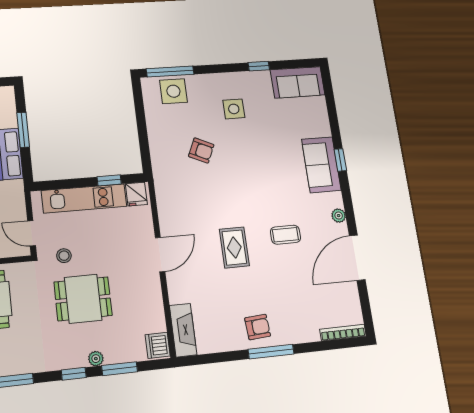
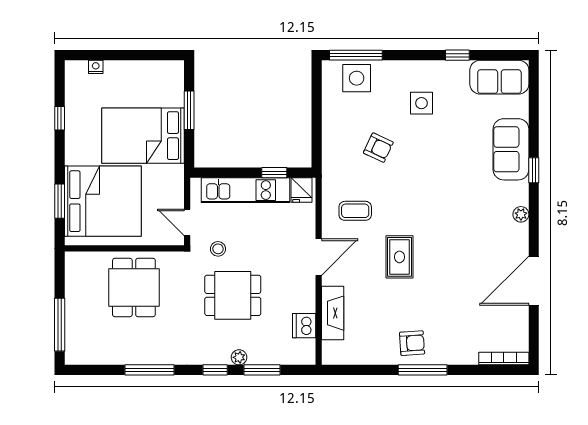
sofa: (321, 165) -> (511, 149), moved
plant: (339, 216) -> (521, 214), moved
coffee table: (285, 235) -> (355, 211), moved
fireplace: (183, 330) -> (333, 313), moved
dishwasher: (158, 345) -> (304, 326), moved

